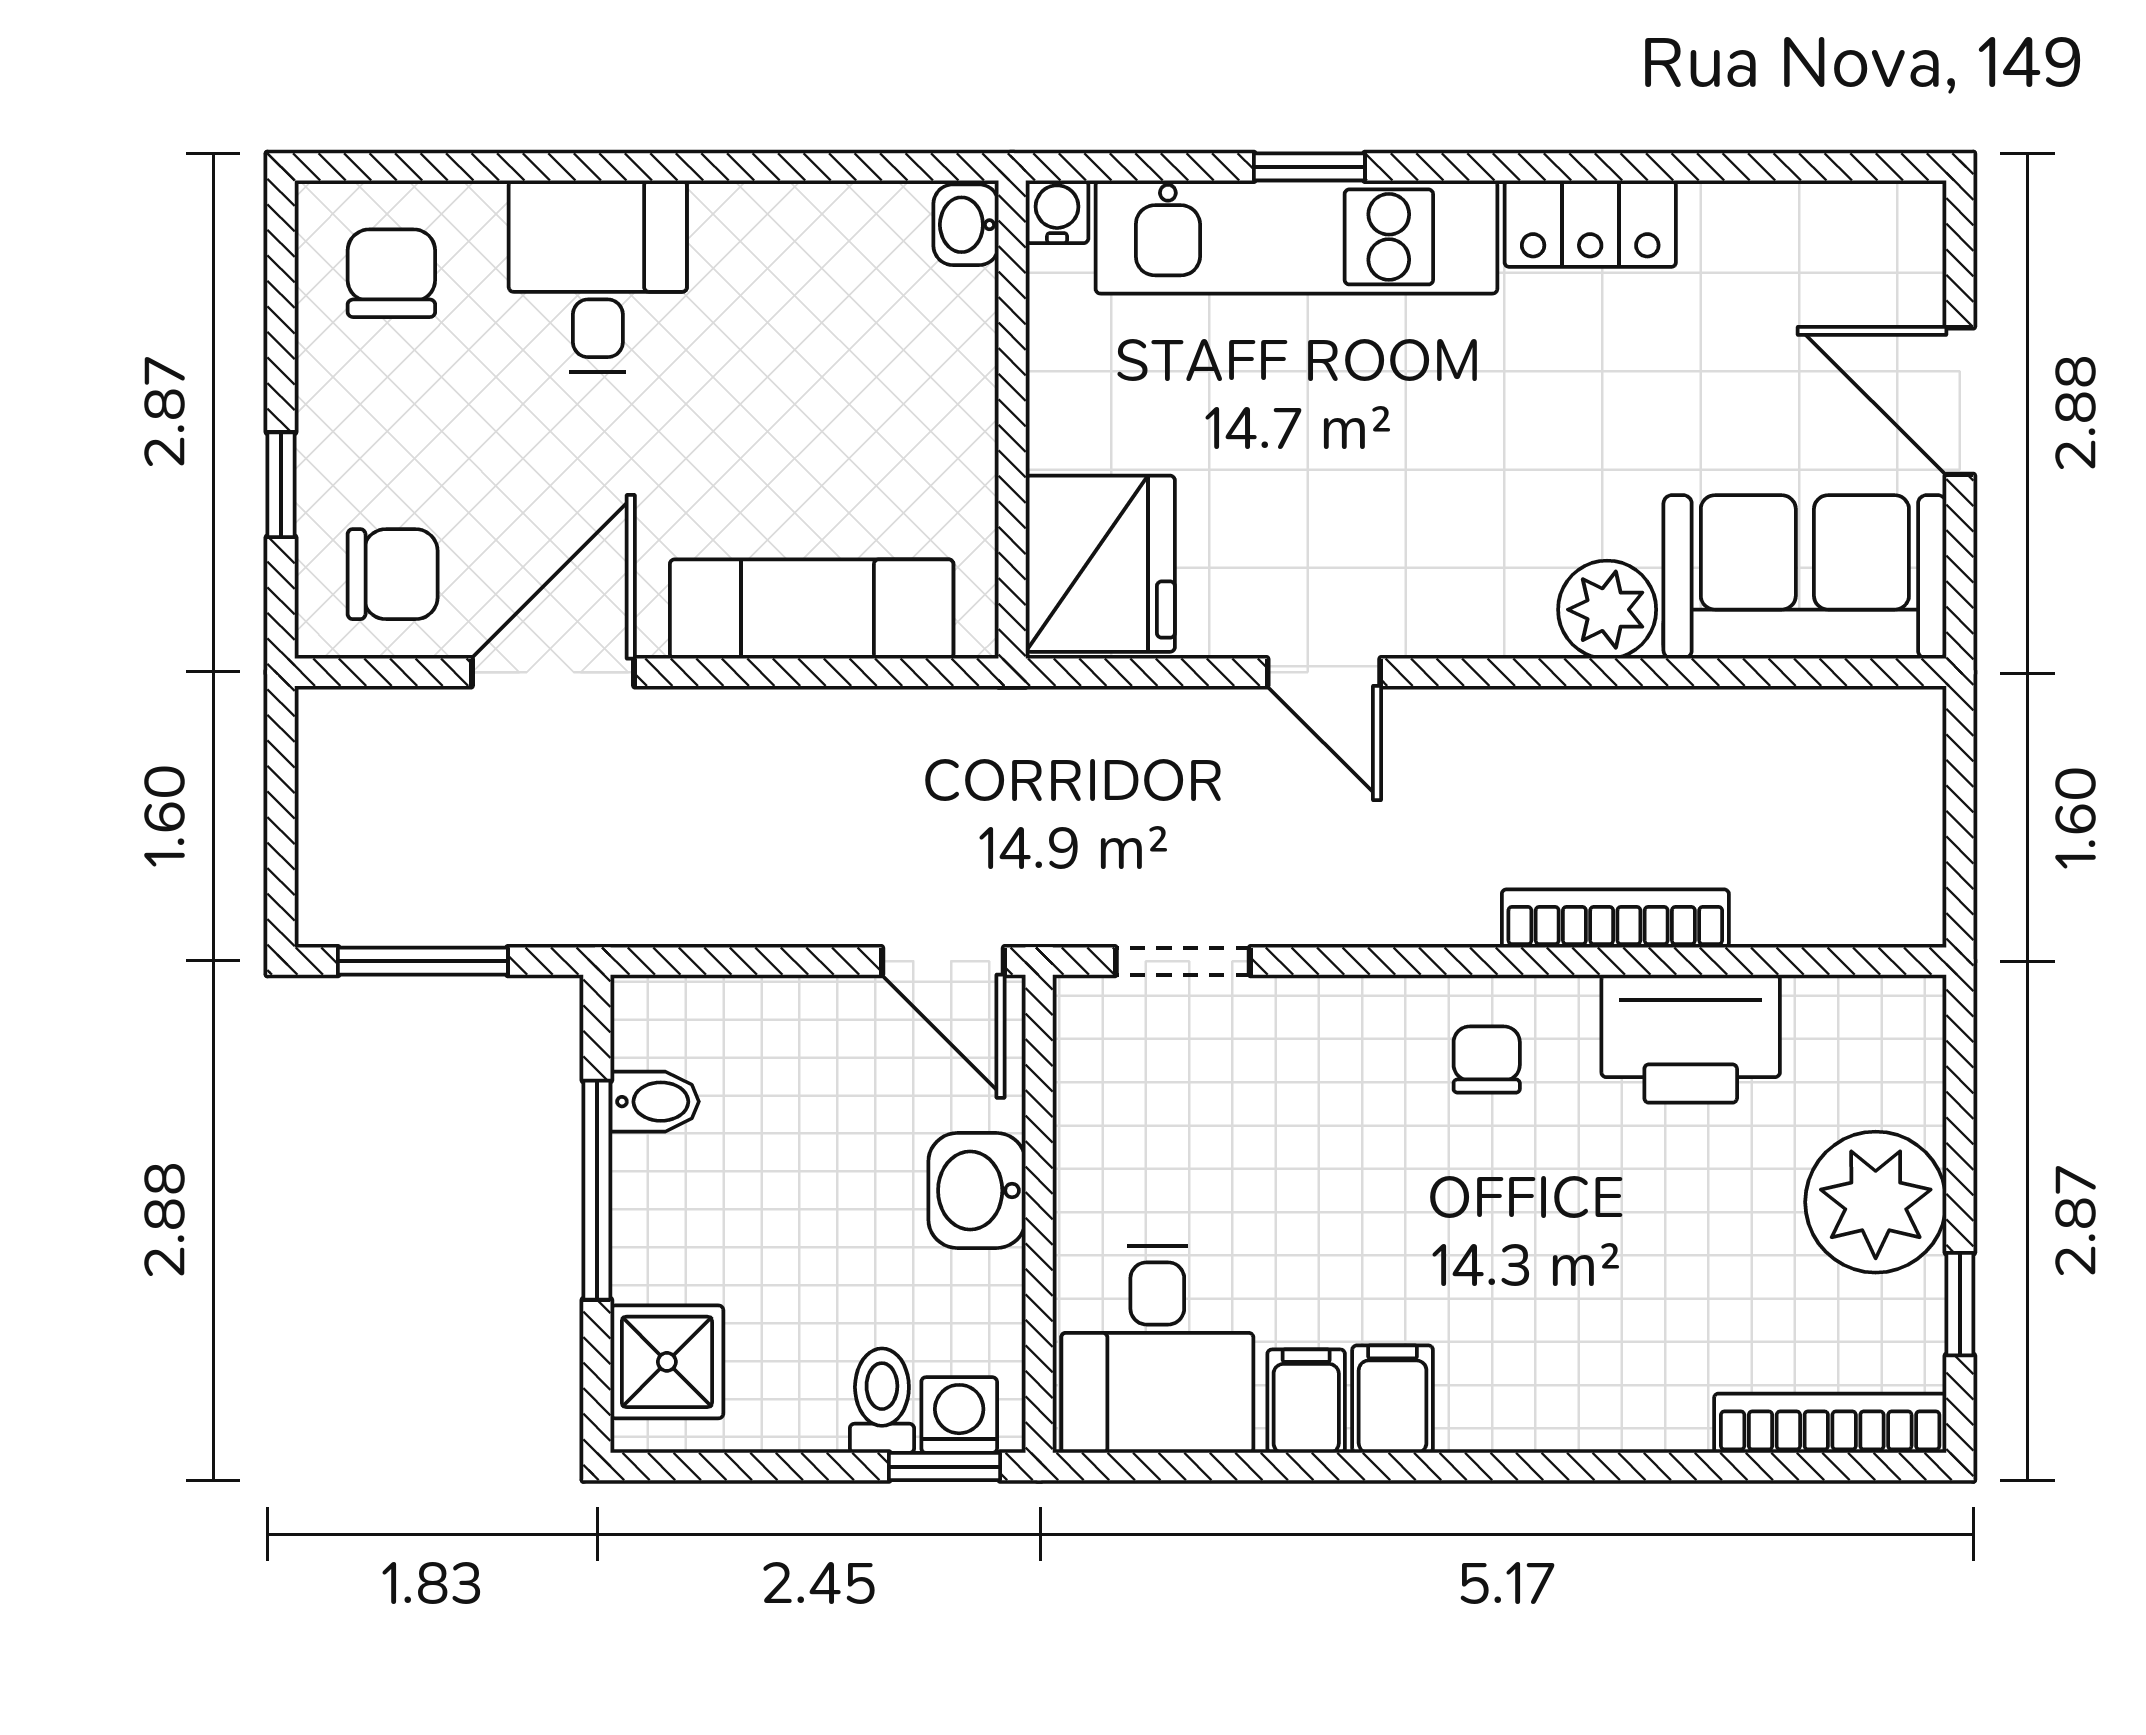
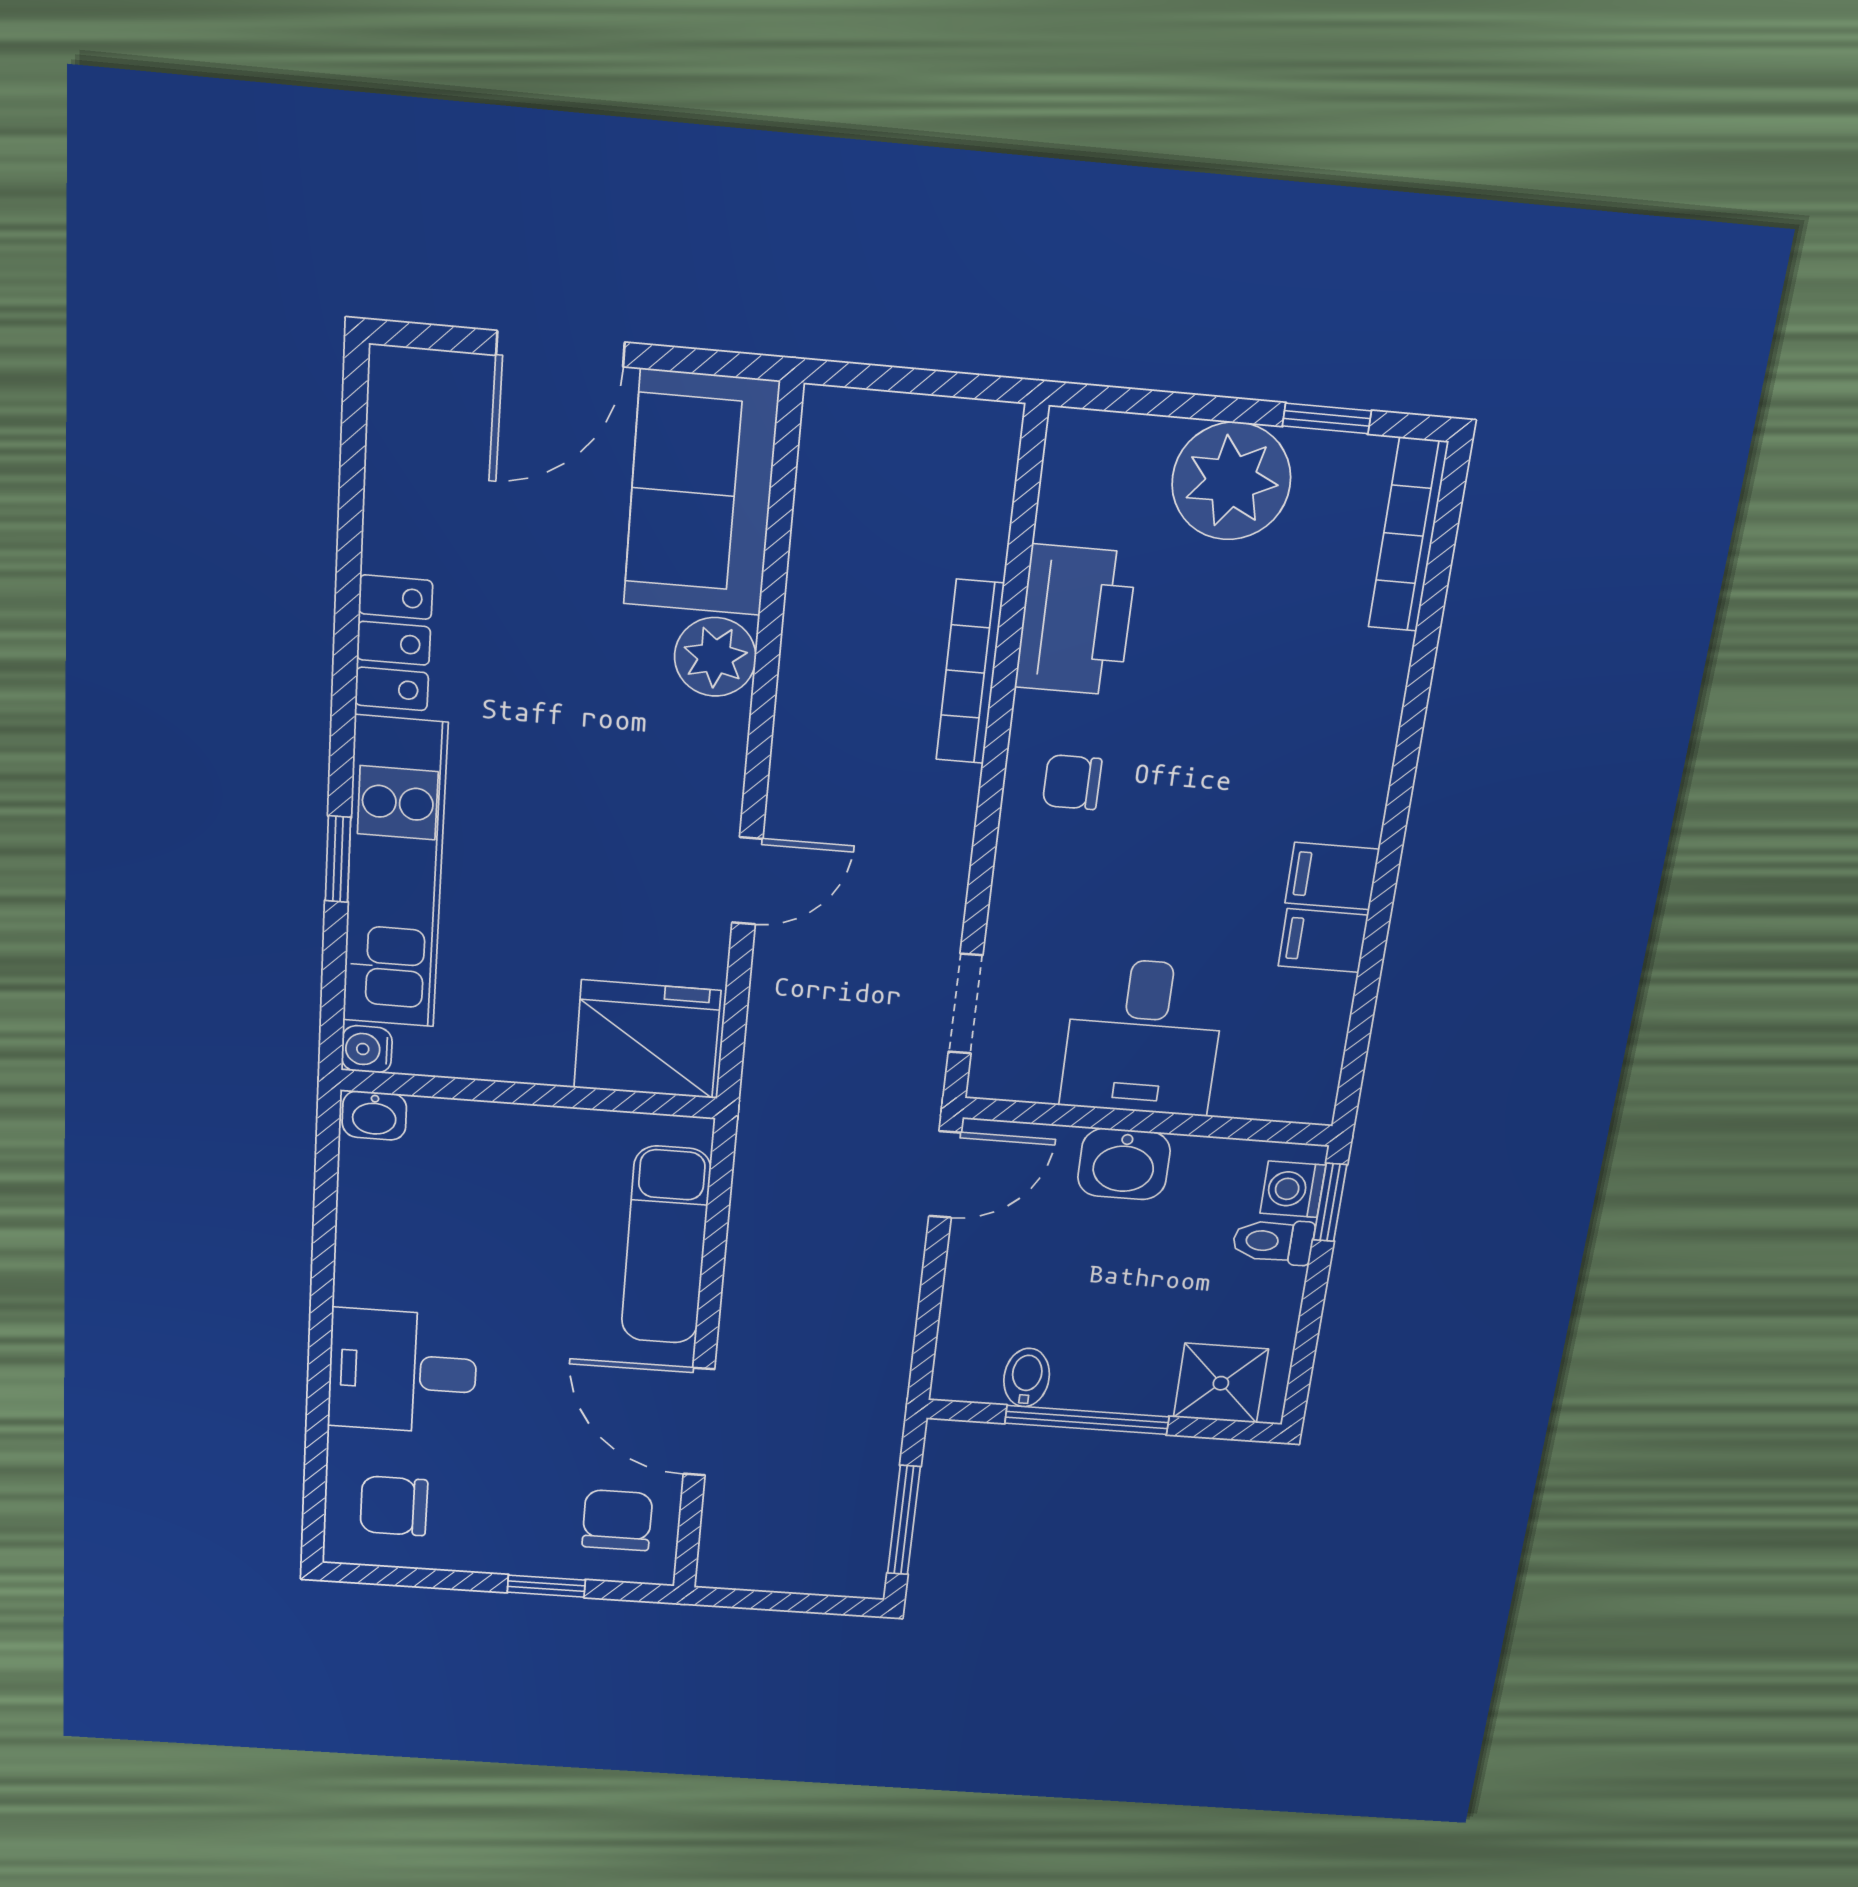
desk: (1157, 1349) -> (1143, 1037), moved, turned 90

